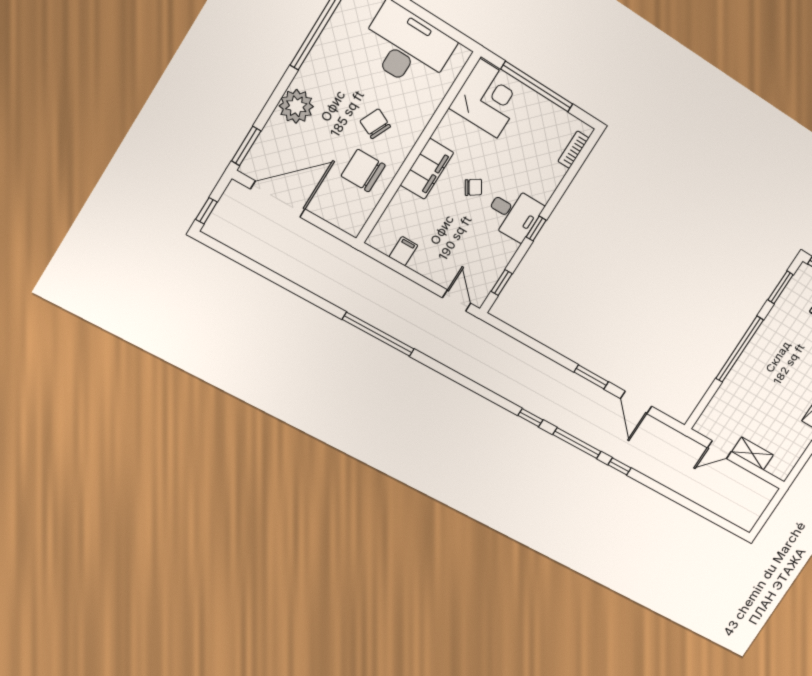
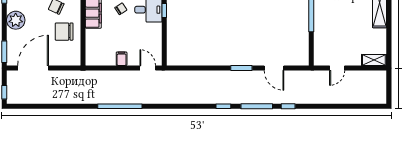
filing cabinet: (403, 251) -> (122, 59), moved
window: (502, 283) -> (164, 47), removed
shelving: (752, 453) -> (374, 60), moved

